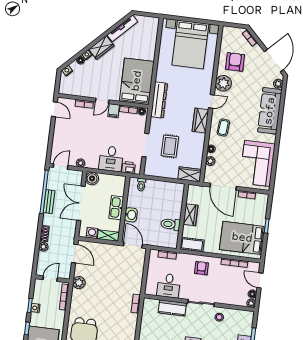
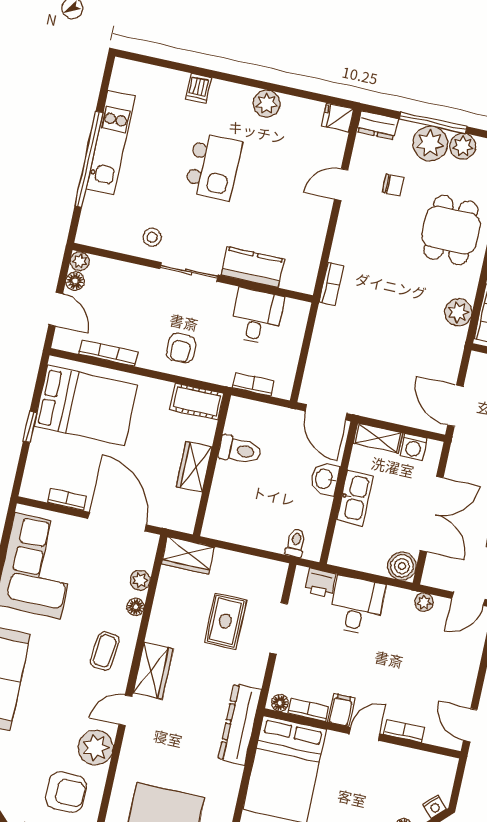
armchair: (235, 62) -> (66, 792), turned -90
plant: (79, 283) -> (458, 312), moved

